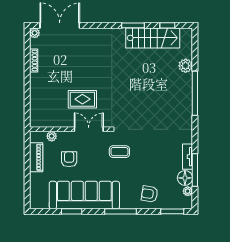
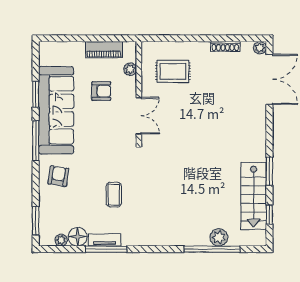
window: (195, 93) -> (212, 249), moved
rug: (82, 99) -> (173, 71), moved, turned 90
coffee table: (119, 152) -> (114, 195), moved
window: (195, 170) -> (106, 249), moved
armchair: (150, 194) -> (58, 176), moved
window: (121, 211) -> (36, 141), moved

